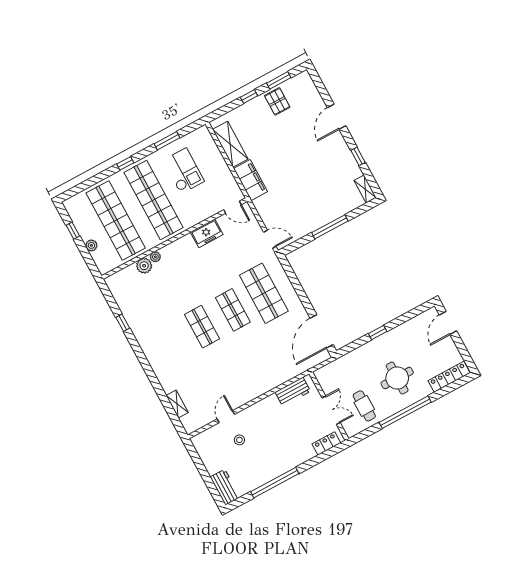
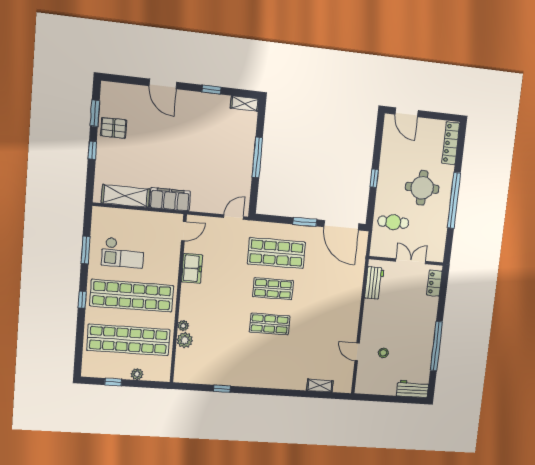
checkout: (184, 171) -> (123, 253), turned 180
window: (304, 300) -> (305, 222), added
cafe table: (364, 406) -> (393, 222), moved

